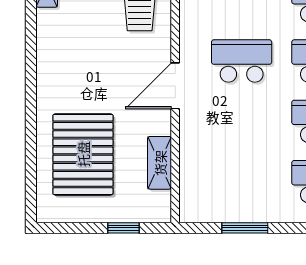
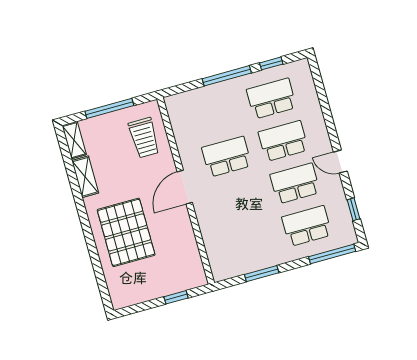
pallet: (83, 154) -> (126, 232), moved
shelving: (160, 163) -> (85, 177), moved

